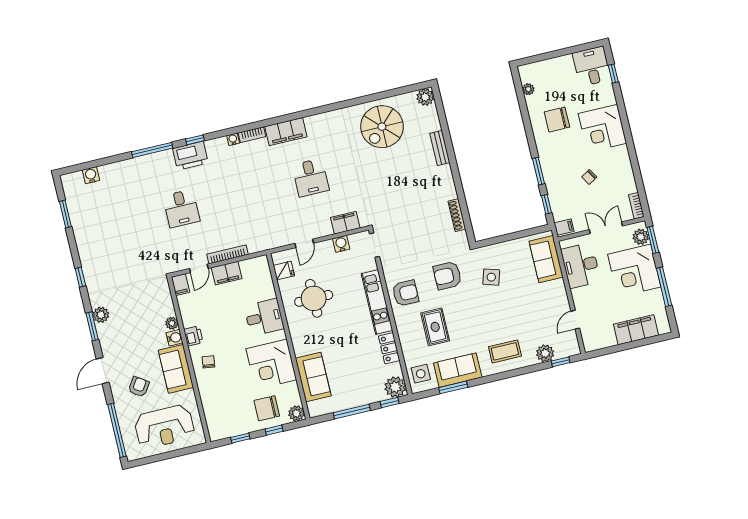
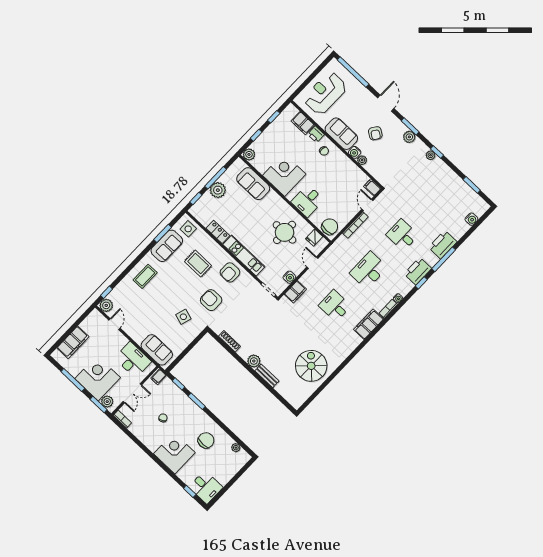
plant: (425, 97) -> (254, 361), moved
printer: (143, 168) -> (443, 245), added
desk: (246, 193) -> (369, 270), added
filing cabinet: (227, 273) -> (303, 123), moved, turned -90
armchair: (447, 276) -> (211, 300), turned -90
plant: (90, 278) -> (431, 155), added
printer: (193, 336) -> (316, 134), moved
plant: (545, 353) -> (106, 305), moved
armchair: (139, 387) -> (375, 133), moved
plant: (395, 387) -> (218, 190), moved
chair: (267, 408) -> (330, 227), moved

